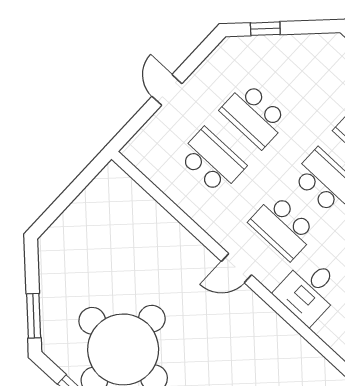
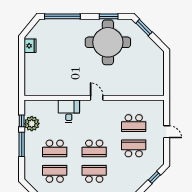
school desk: (283, 227) -> (94, 123), removed
door: (236, 268) -> (97, 98), hinge flipped

